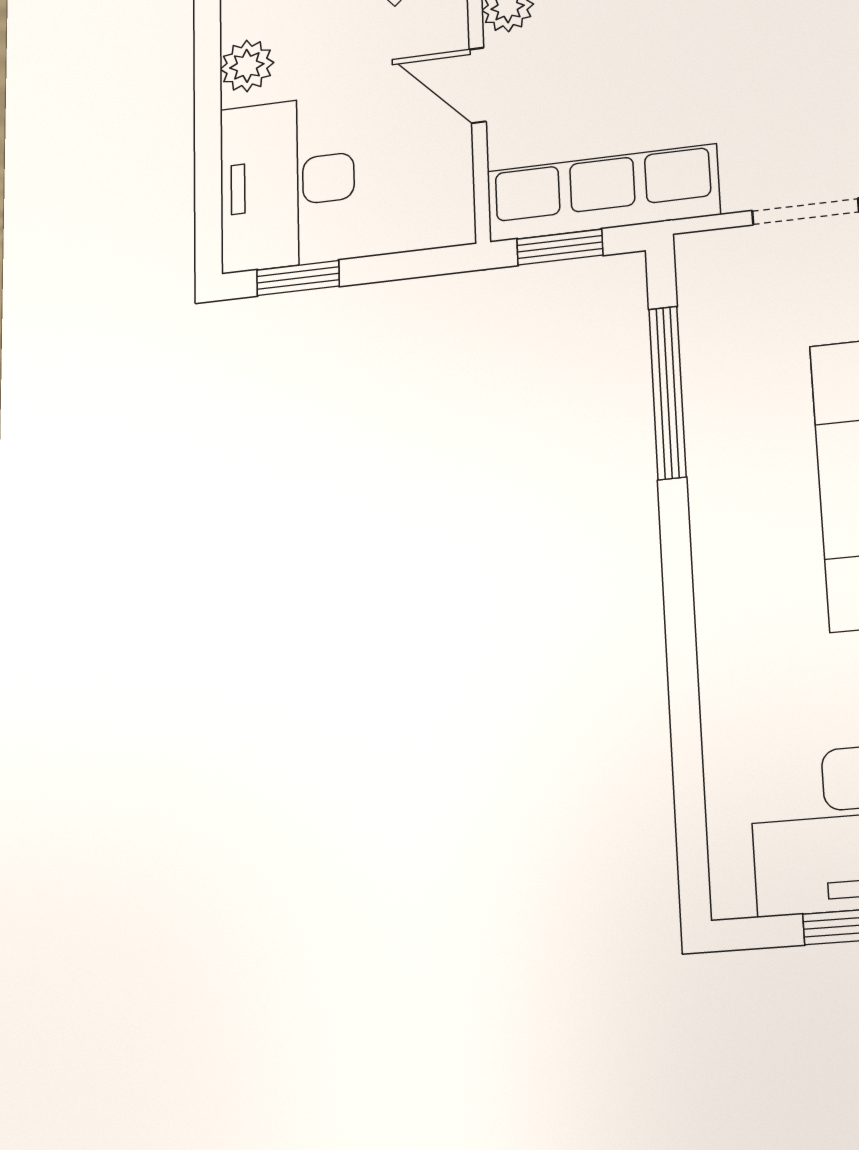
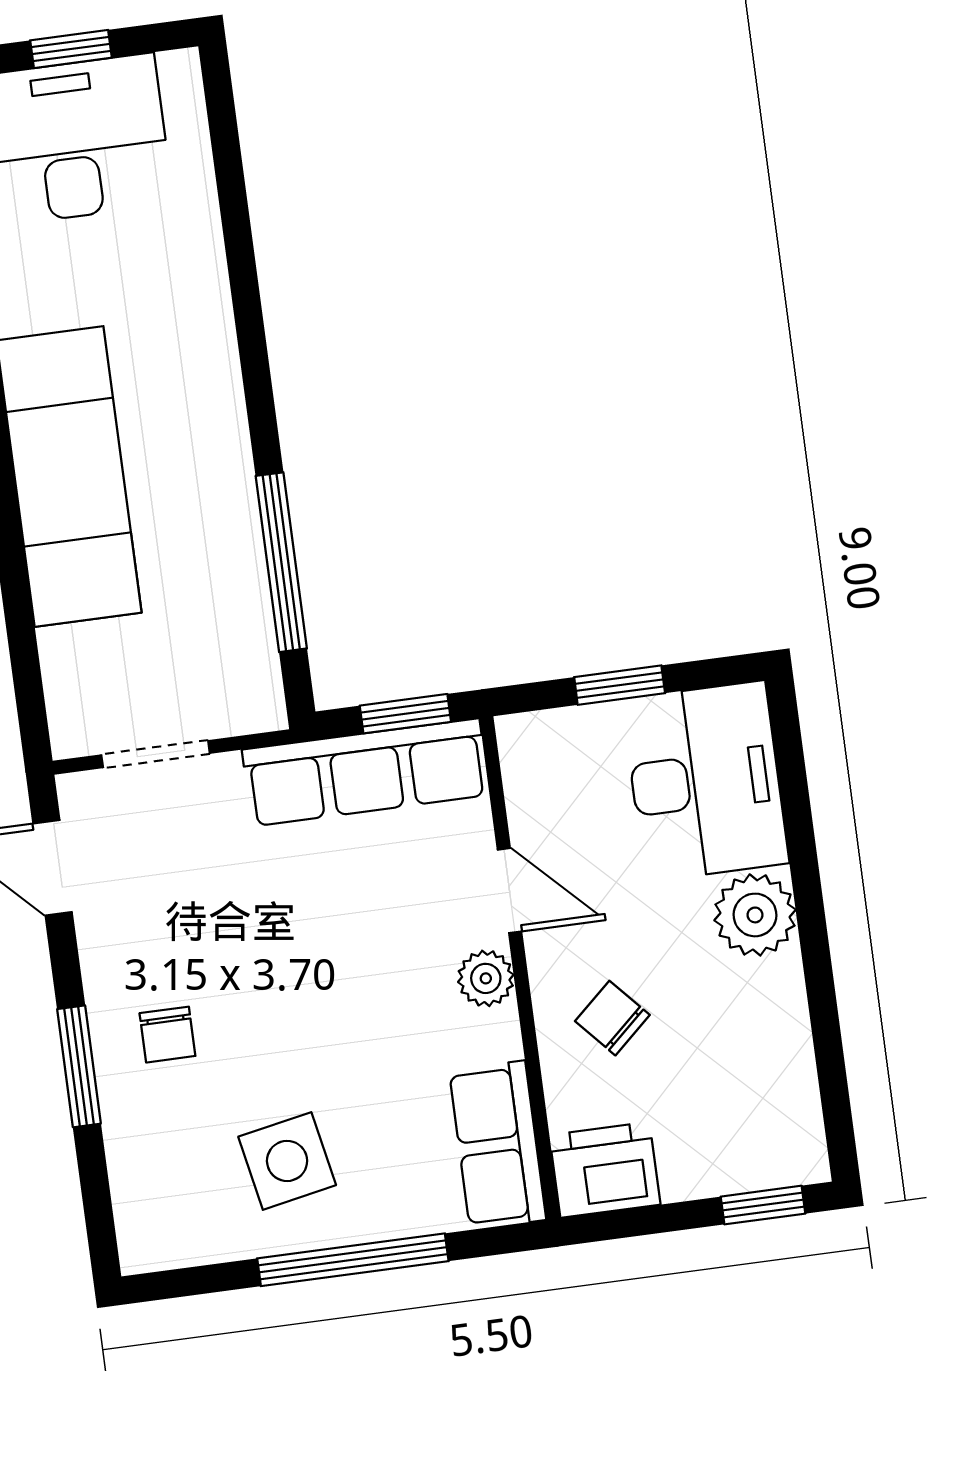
plant: (247, 66) -> (755, 915), width x1.38, depth x1.38
window: (298, 278) -> (620, 685), moved

